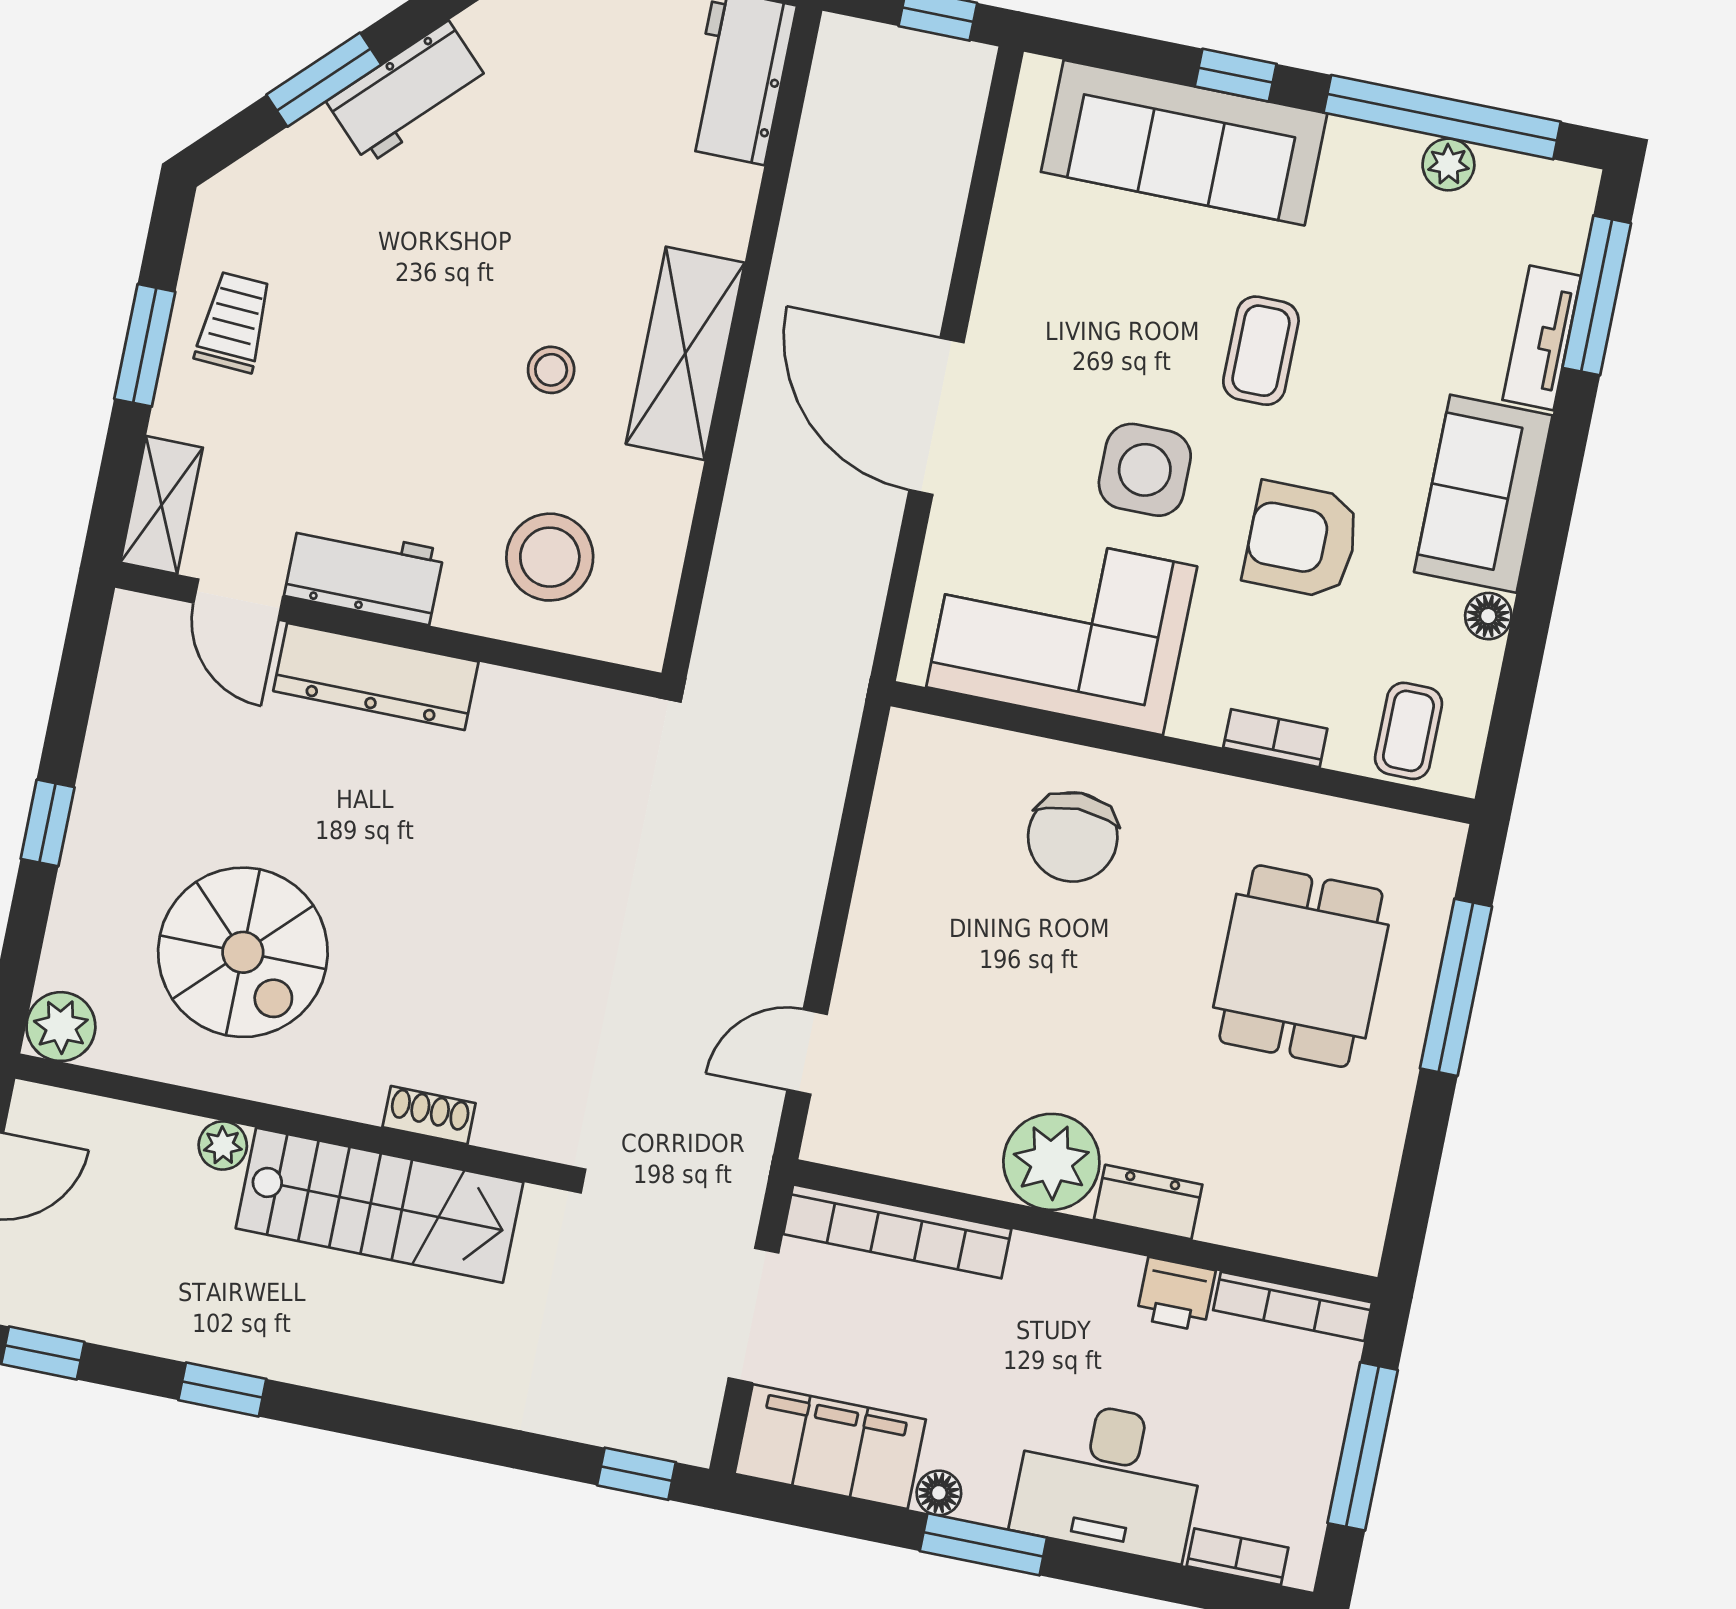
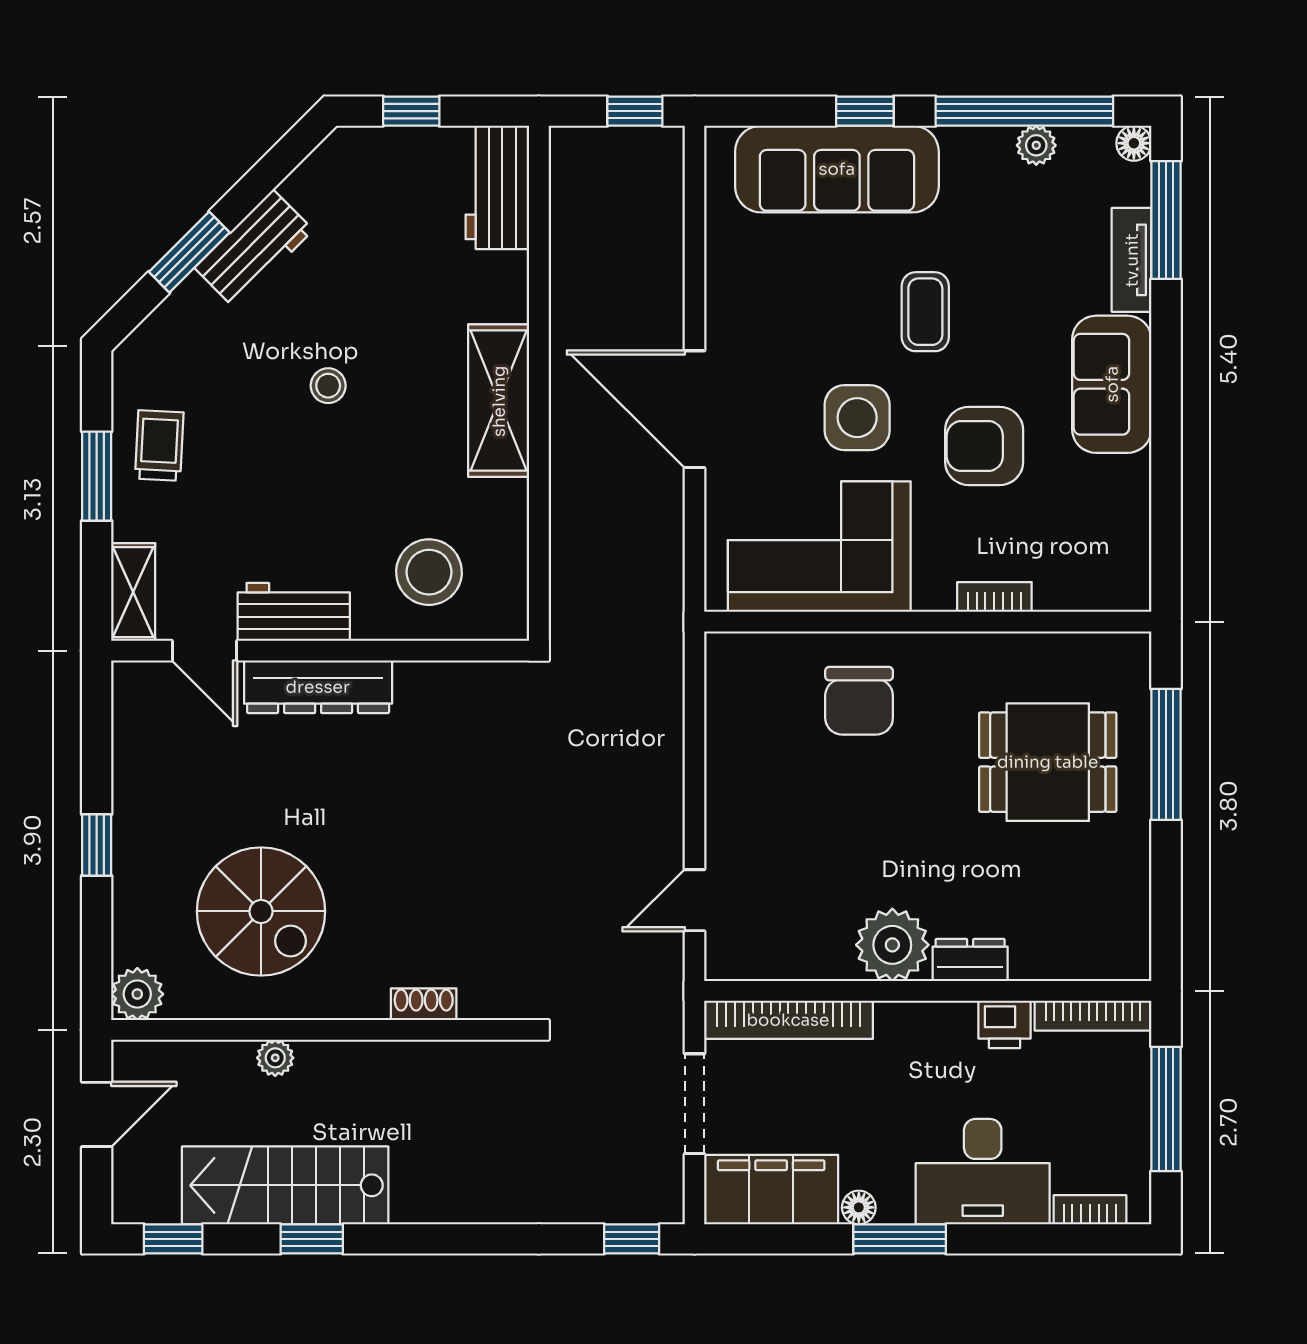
stool: (551, 370) -> (328, 386), moved
floor lamp: (1488, 616) -> (1134, 143), moved
coffee table: (1408, 731) -> (1092, 571), removed
dining table: (1301, 966) -> (1048, 762), turned 90
stairs: (380, 1205) -> (285, 1185), moved, turned 180

